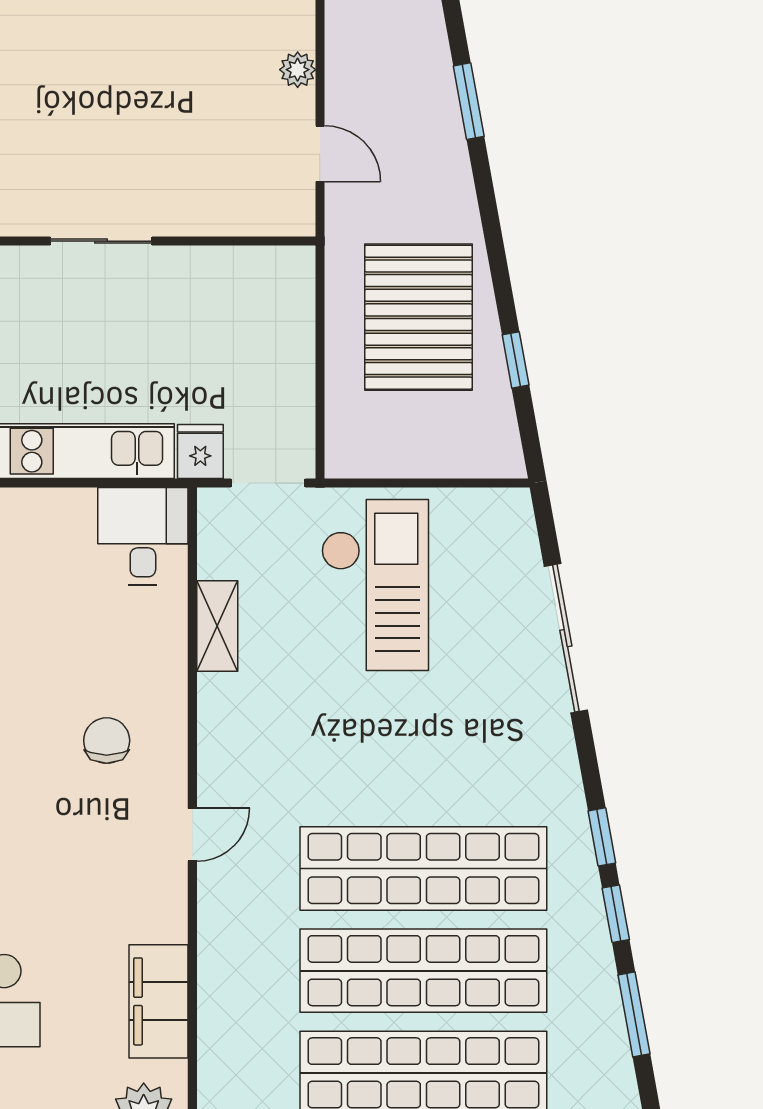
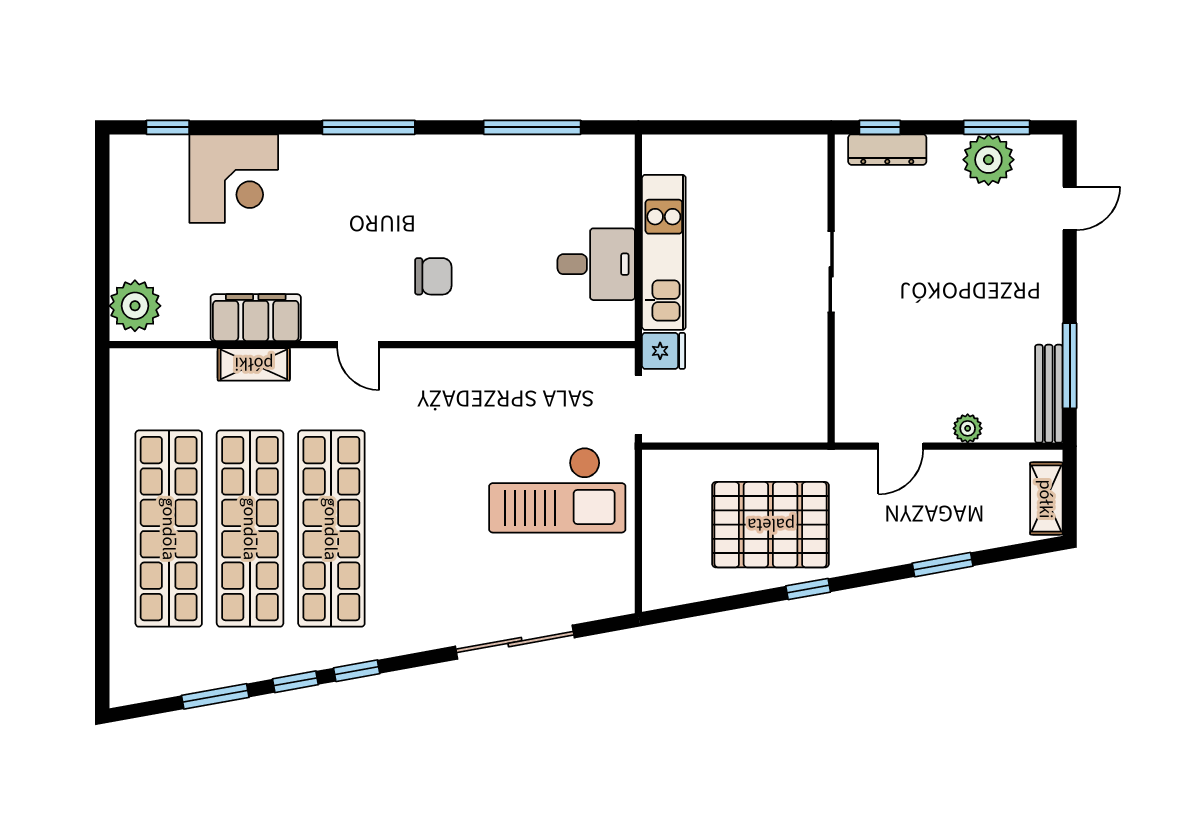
window: (516, 360) -> (808, 589), moved
desk: (143, 536) -> (596, 264), moved
shelving: (217, 626) -> (254, 364), moved
filing cabinet: (159, 1001) -> (256, 318), moved

